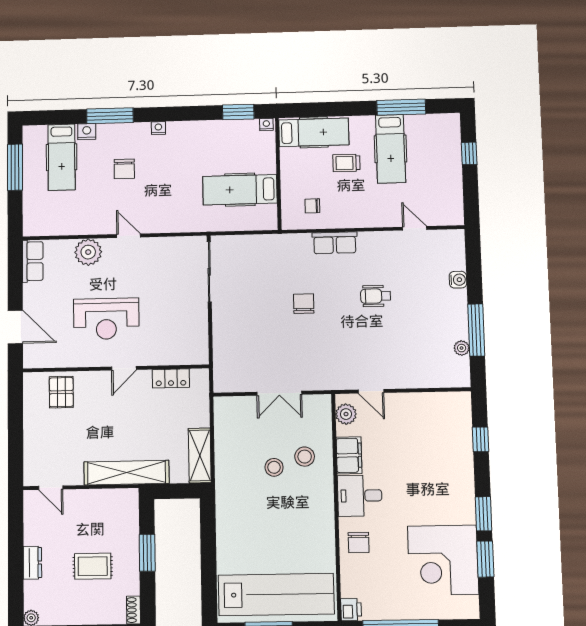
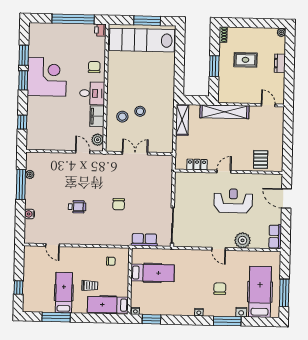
hospital bed: (62, 157) -> (260, 292), width x1.37, depth x1.29
row of seats: (335, 243) -> (144, 240), moved
corner desk: (443, 560) -> (47, 77), moved

